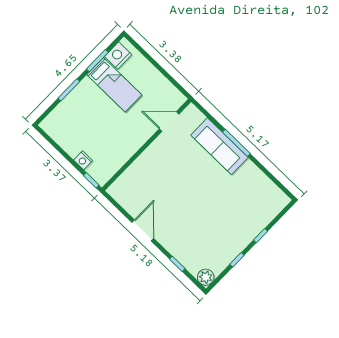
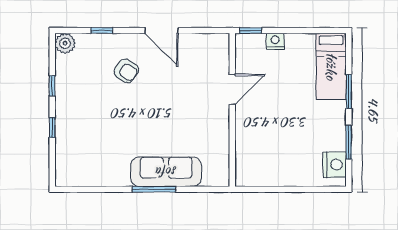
bed: (114, 85) -> (331, 66), moved, turned -90
door: (169, 122) -> (232, 89), moved
armchair: (186, 227) -> (126, 71), added

